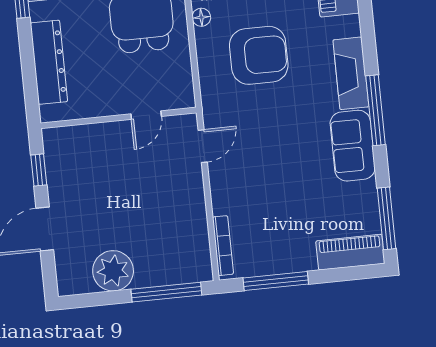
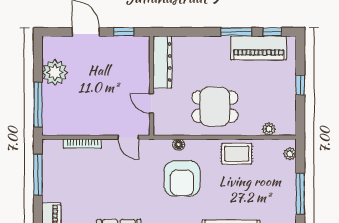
floor lamp: (201, 17) -> (179, 145), moved
dresser: (49, 62) -> (162, 62), moved, turned -90
bookcase: (223, 246) -> (82, 144), moved

